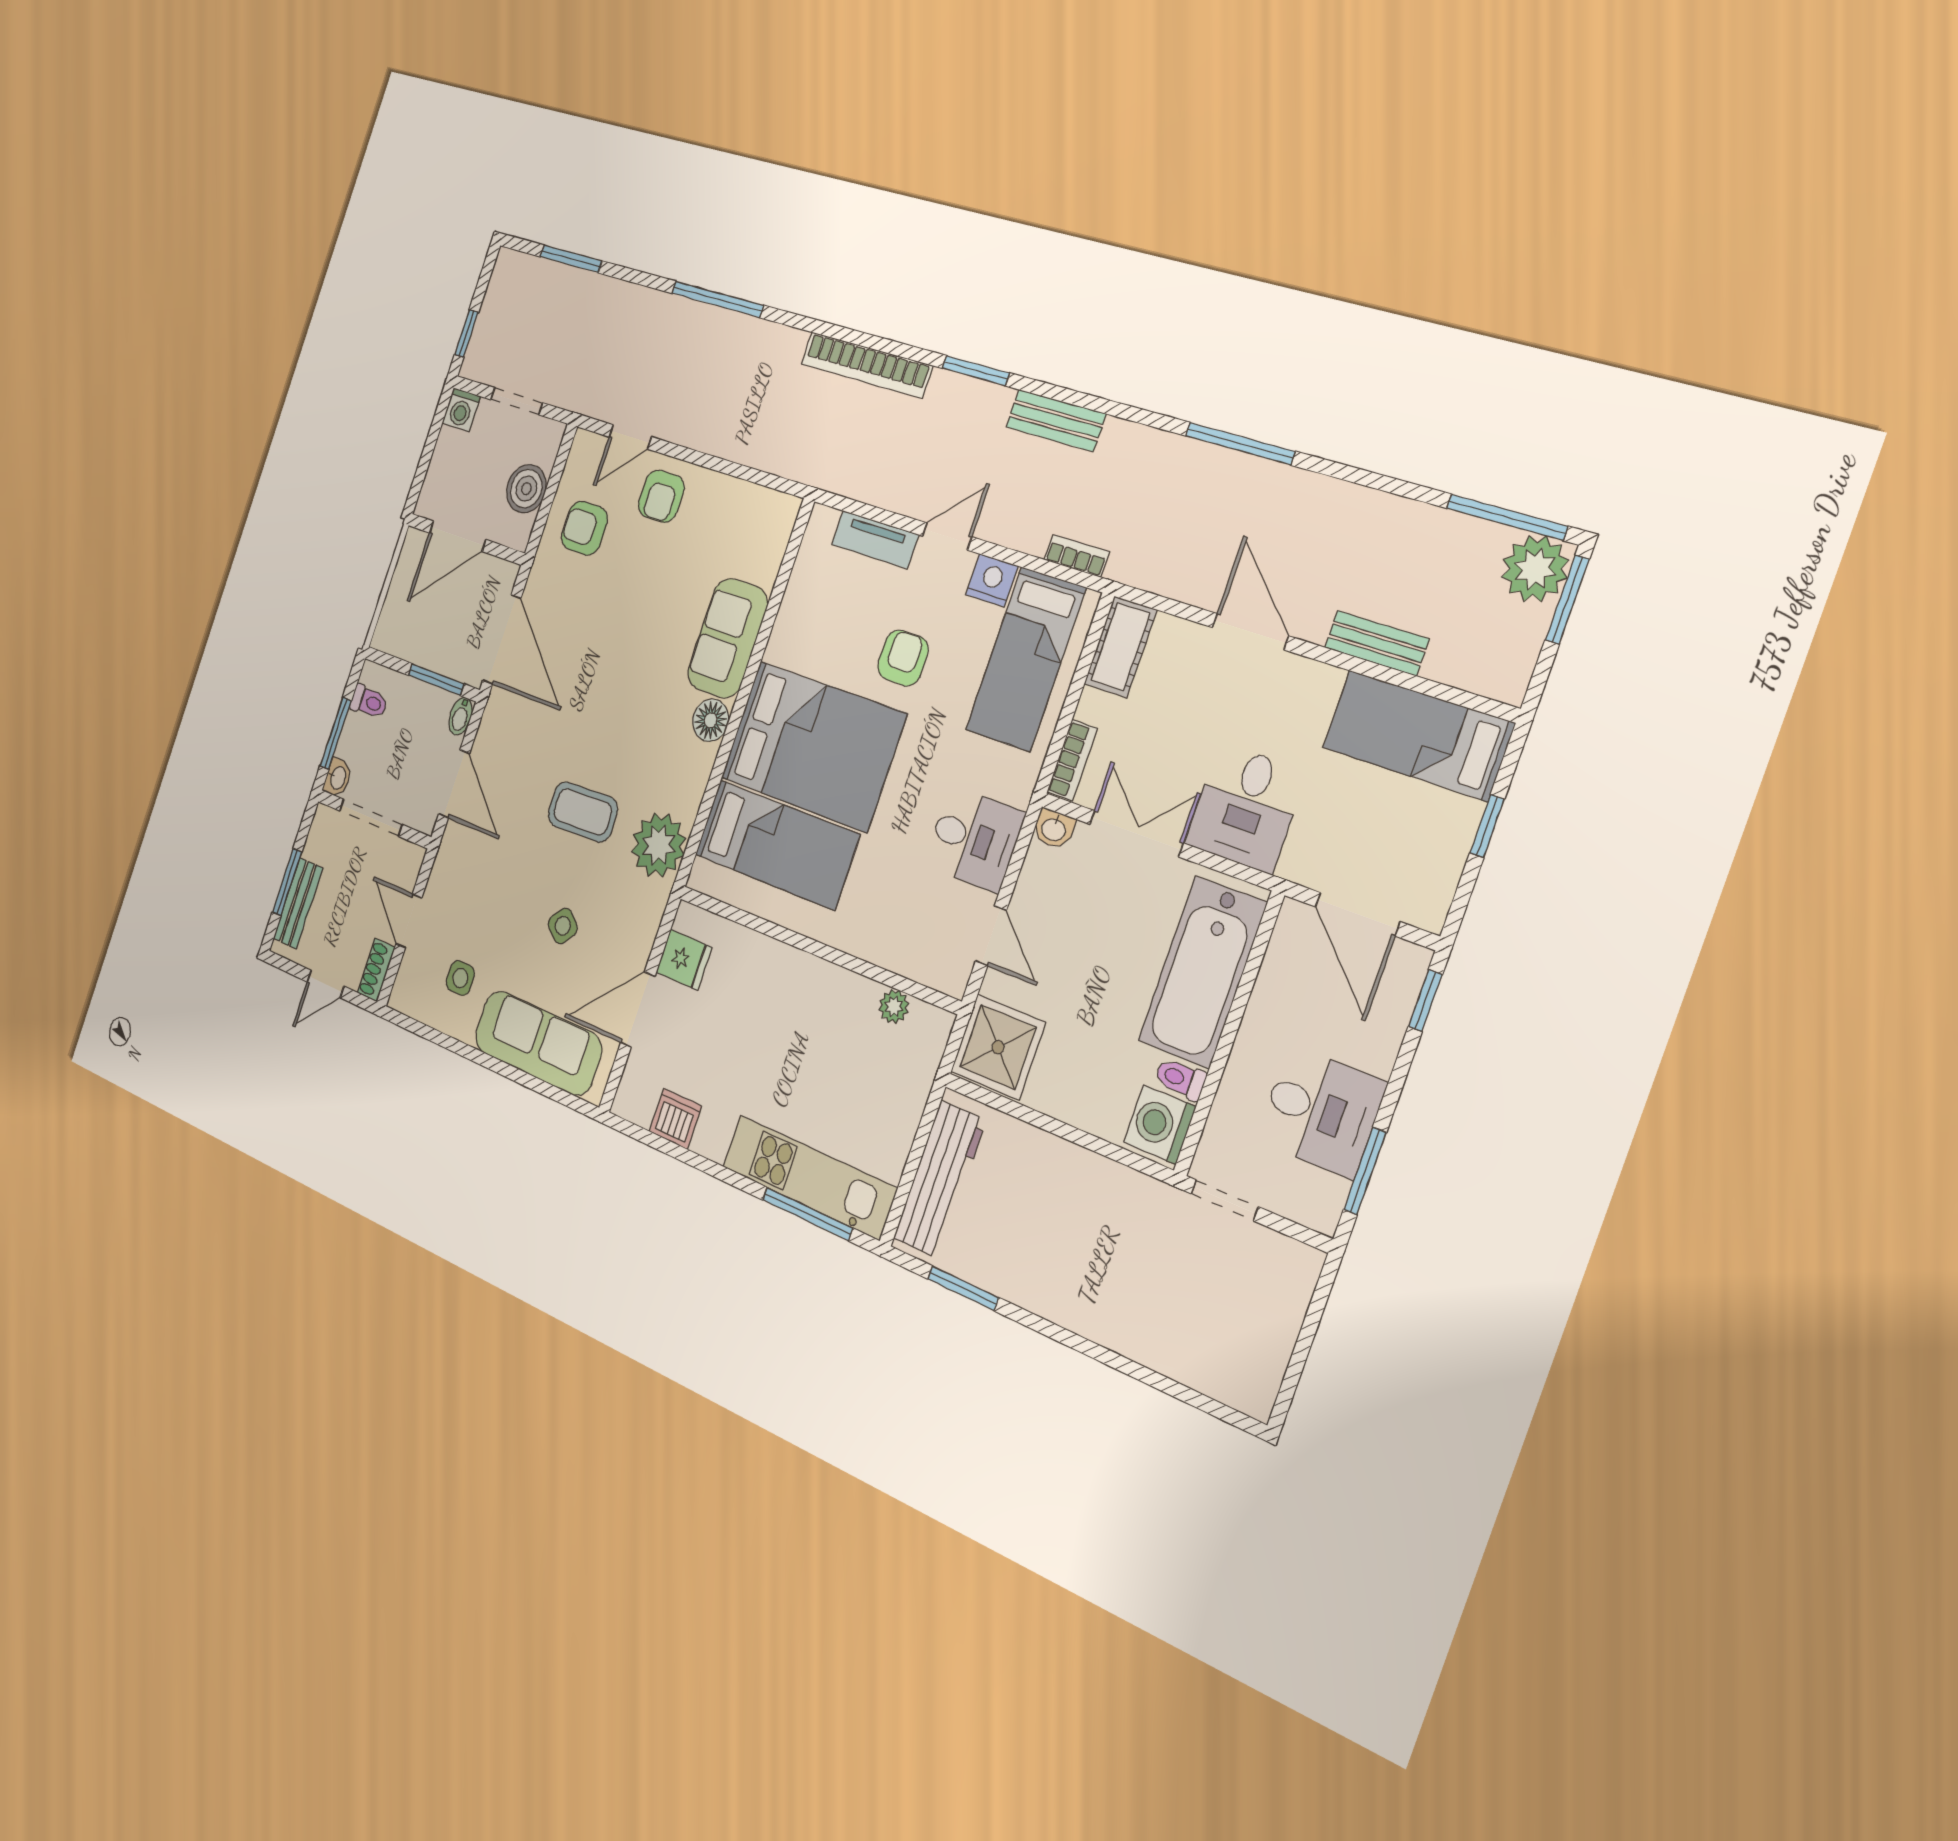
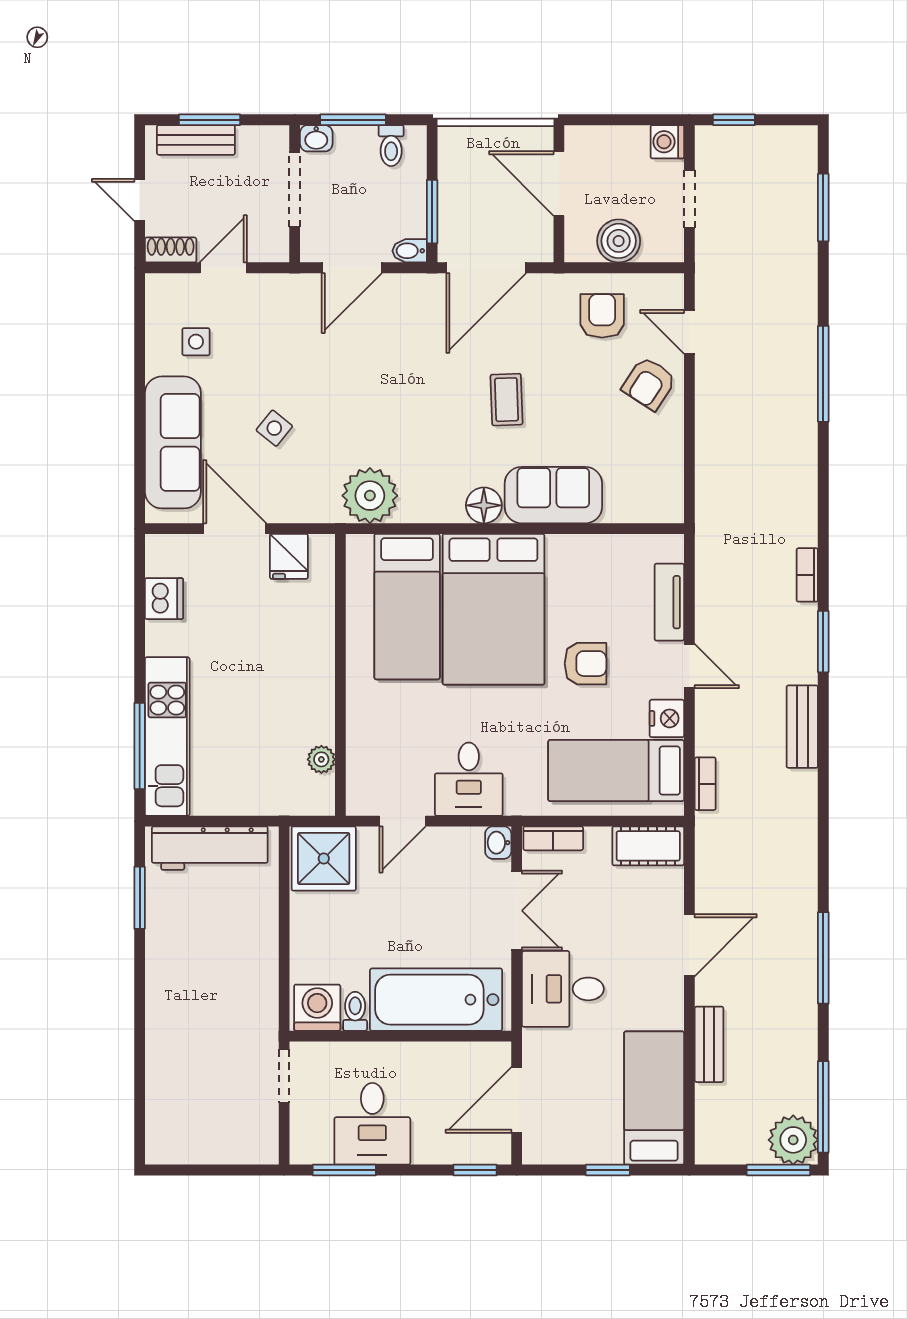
bookcase: (866, 365) -> (807, 575), width x0.43, depth x0.76
window: (1240, 443) -> (823, 958), moved
armchair: (661, 496) -> (649, 383), turned -57
coffee table: (583, 812) -> (506, 400), moved, width x0.73, depth x0.77

